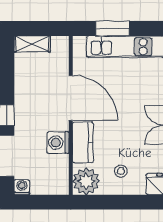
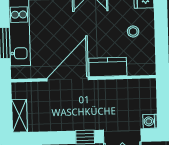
washing machine: (58, 143) -> (109, 90), removed
plant: (86, 181) -> (143, 63), removed

